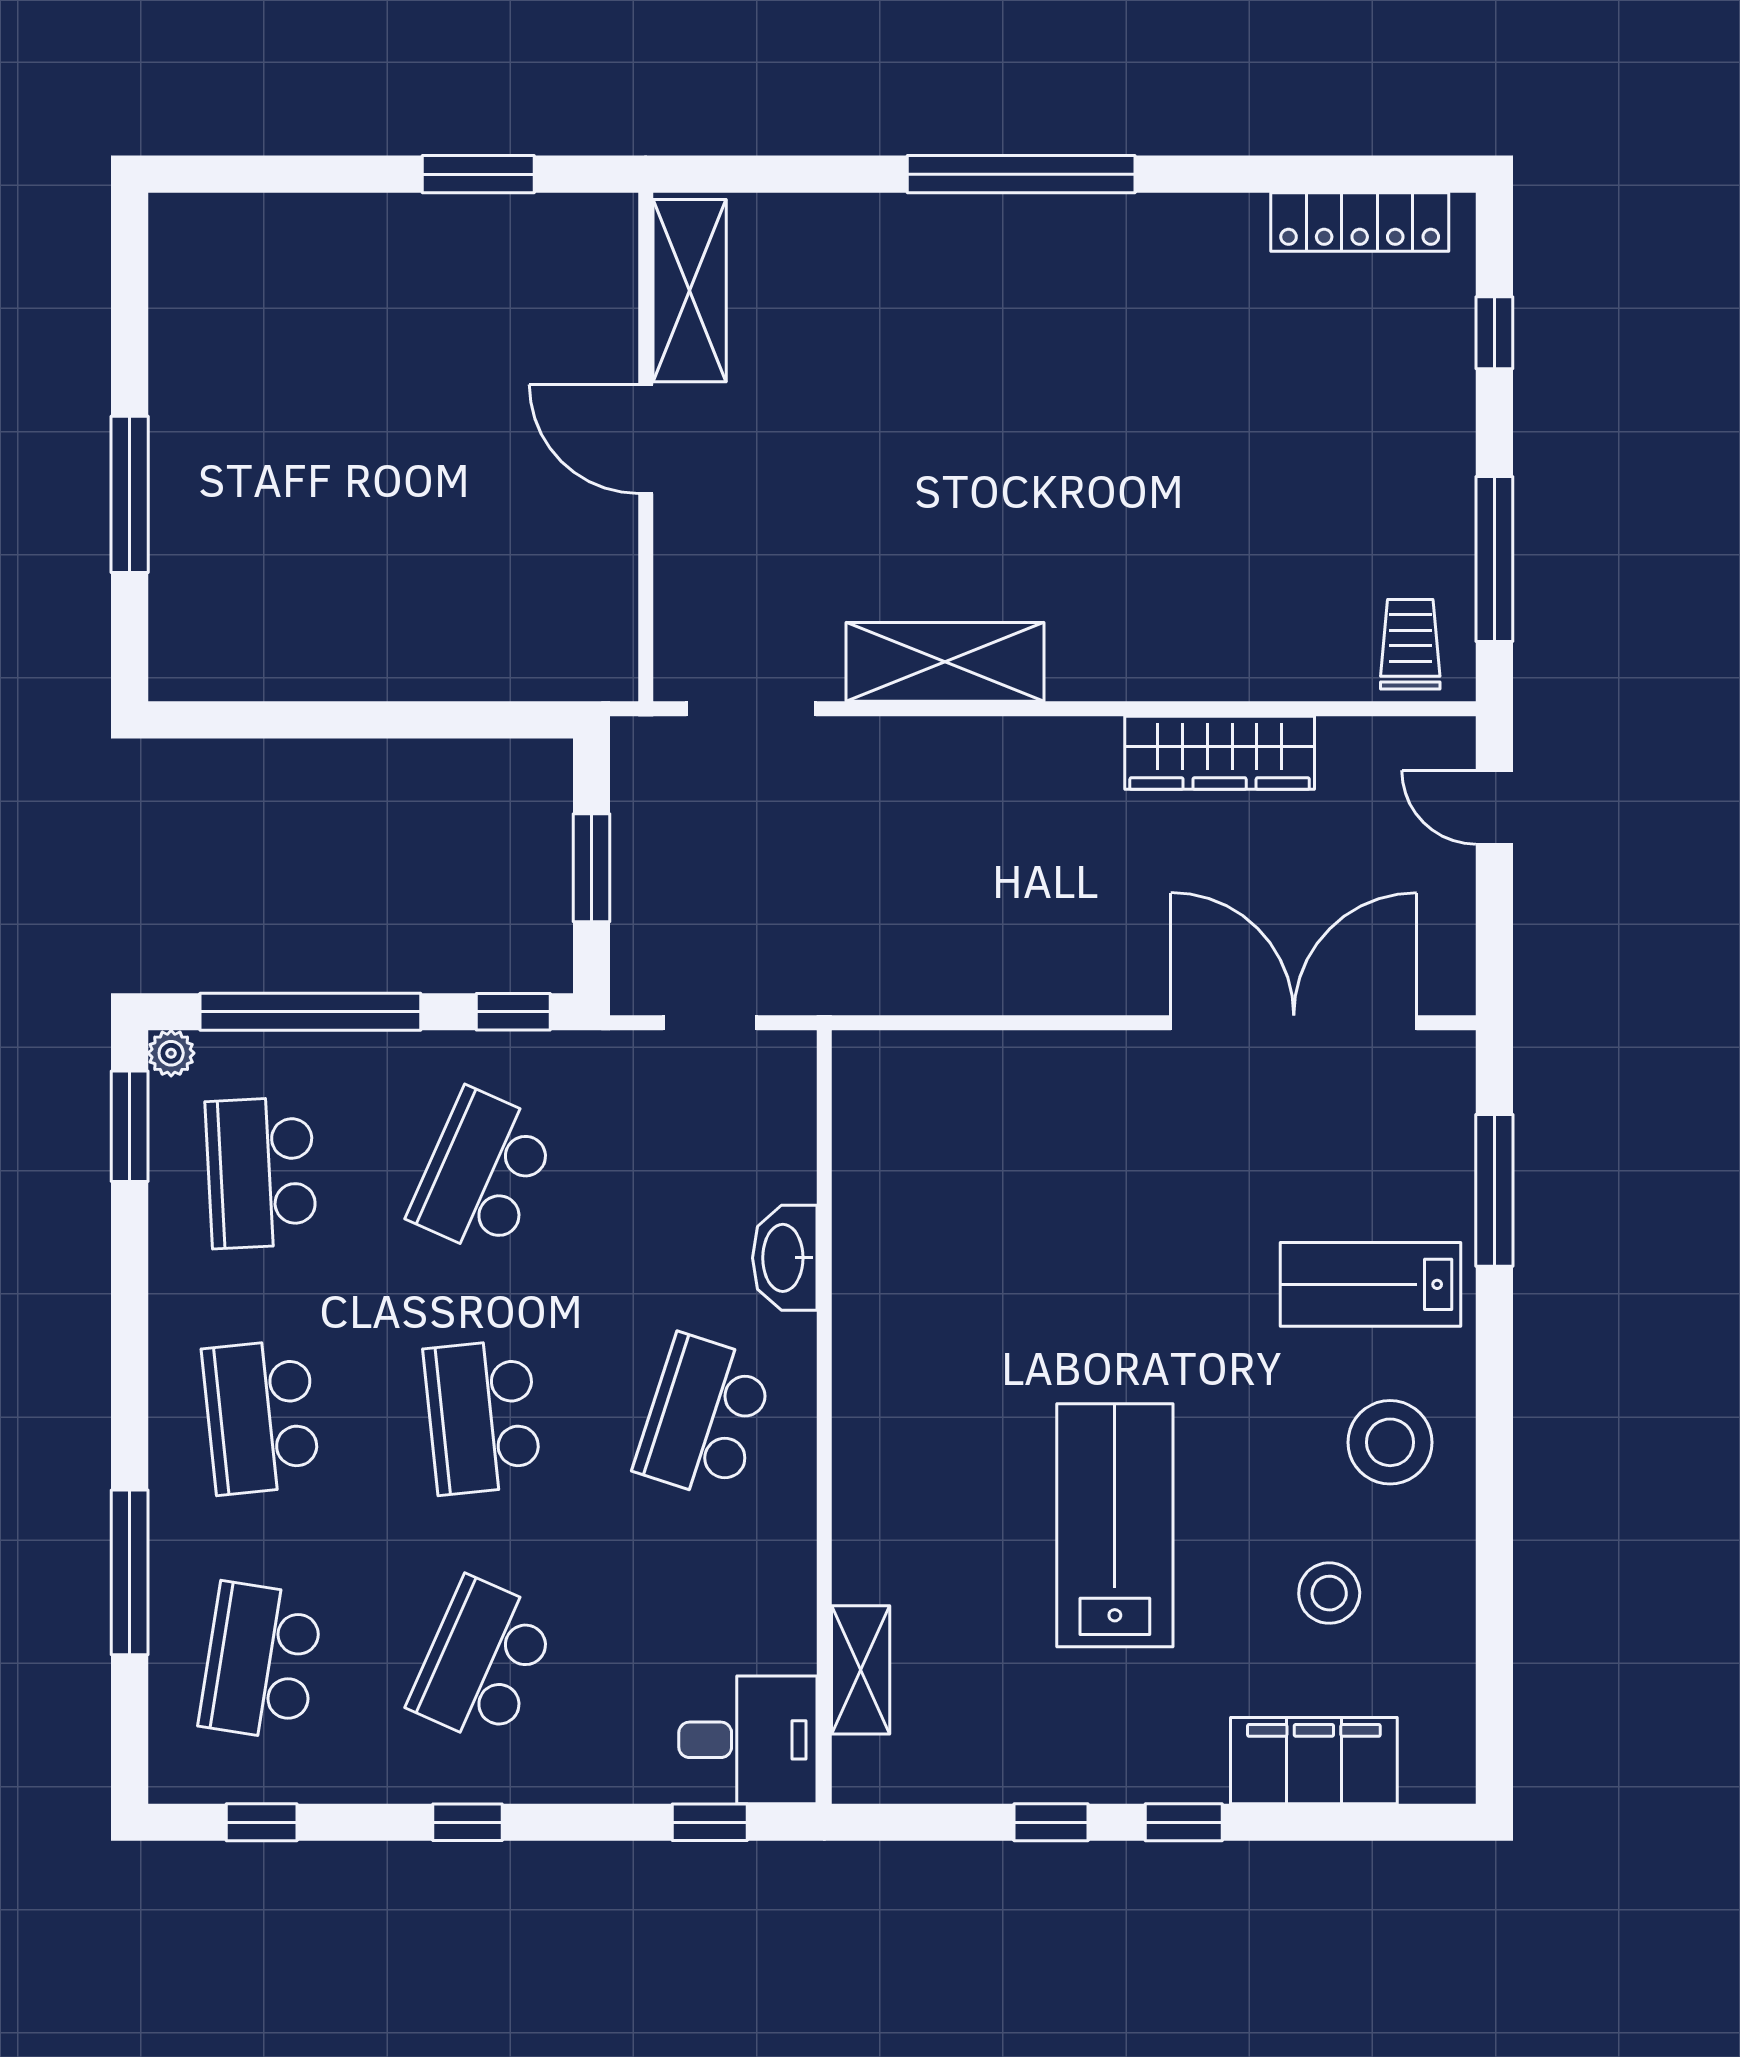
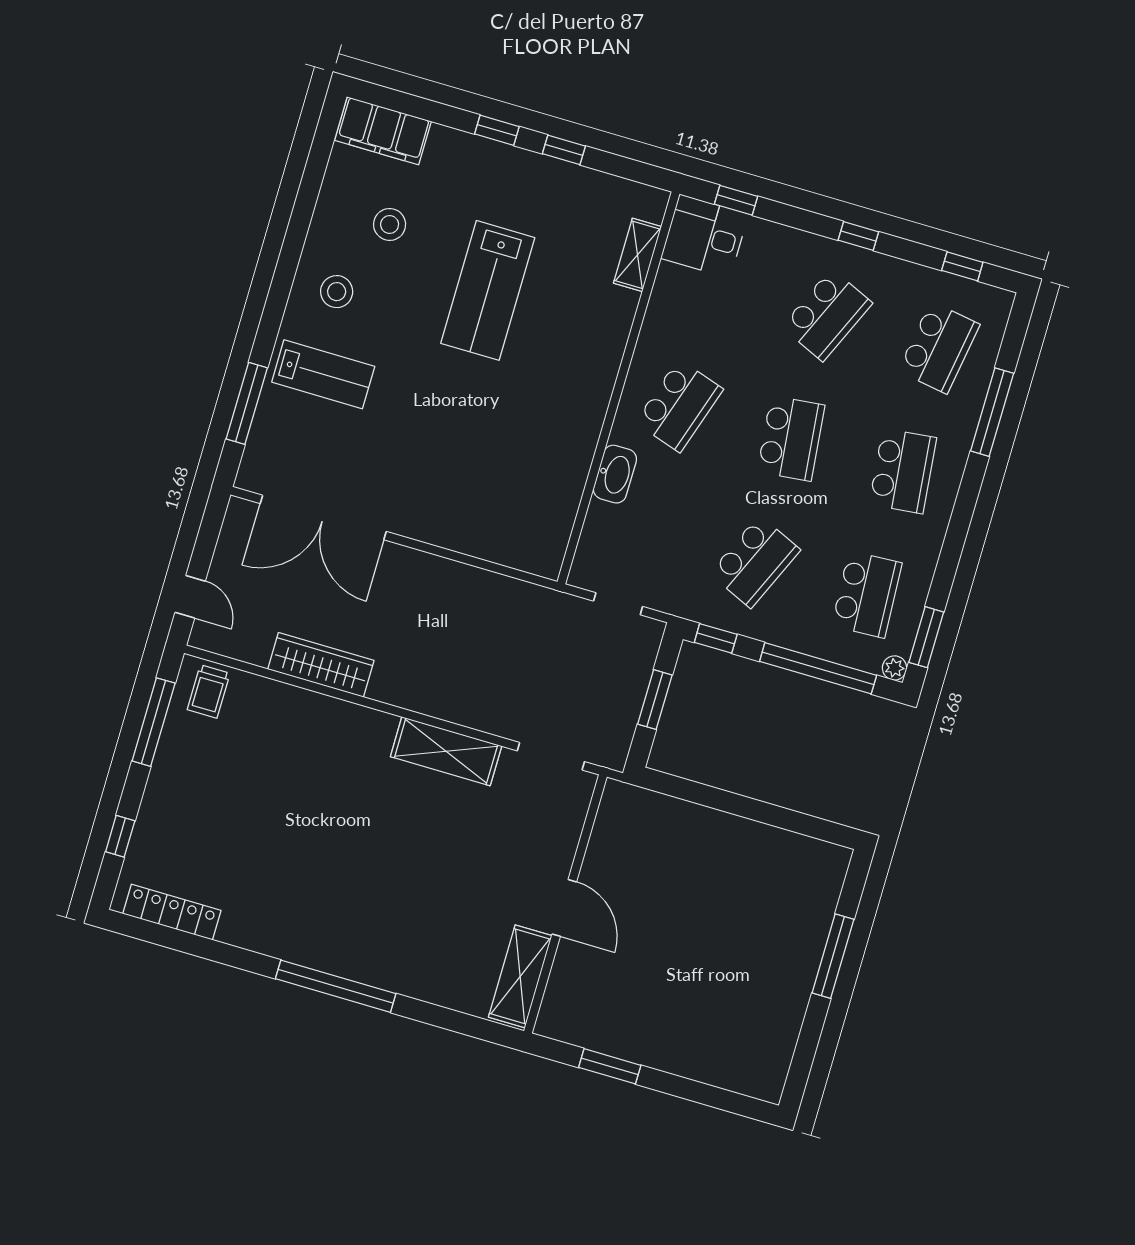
stool: (1390, 1442) -> (337, 292), width x0.73, depth x0.73
filing cabinet: (1314, 1761) -> (383, 131), moved

